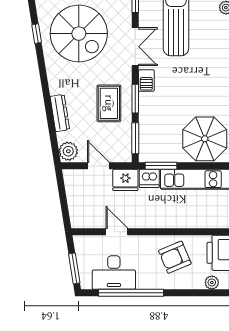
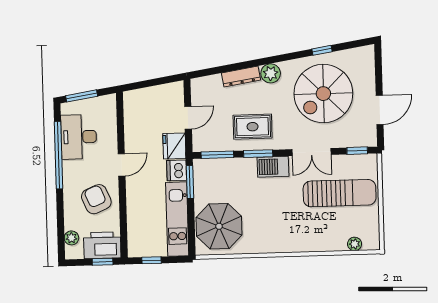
barbecue: (146, 81) -> (273, 167), width x1.38, depth x1.27
plant: (68, 151) -> (271, 73), moved
door: (117, 232) -> (122, 165), moved

